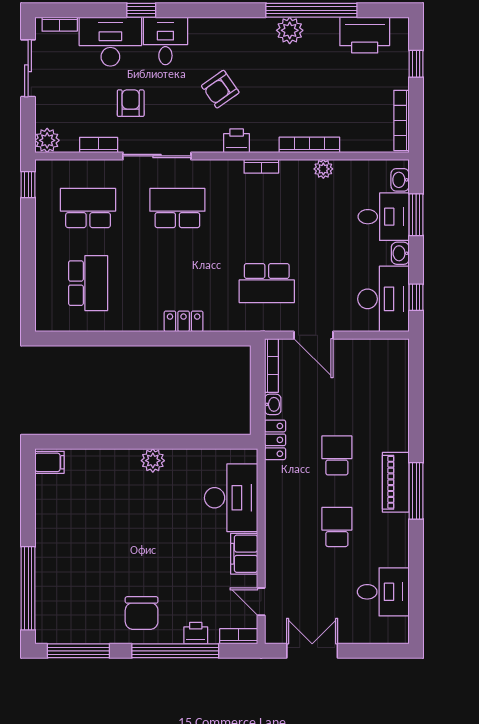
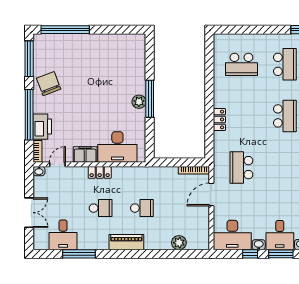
window: (416, 297) -> (250, 254), moved
plant: (397, 391) -> (179, 243), added
washbasin: (273, 404) -> (39, 171), moved
locker: (275, 440) -> (100, 172), moved
window: (148, 442) -> (150, 99), added
filing cabinet: (50, 462) -> (138, 42), removed
window: (416, 491) -> (79, 254), moved
chair: (142, 613) -> (49, 84), moved, turned 69
printer: (196, 633) -> (42, 127), width x1.87, depth x1.48
double door: (312, 651) -> (29, 213), moved

